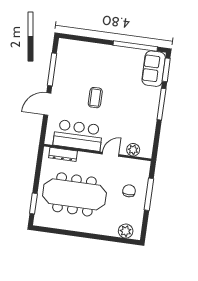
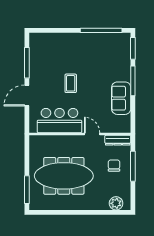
sofa: (154, 69) -> (121, 98), moved
plant: (133, 150) -> (113, 127), removed
dresser: (63, 154) -> (118, 140), moved
door: (111, 154) -> (92, 134), hinge flipped
window: (33, 204) -> (27, 190), width x1.44

